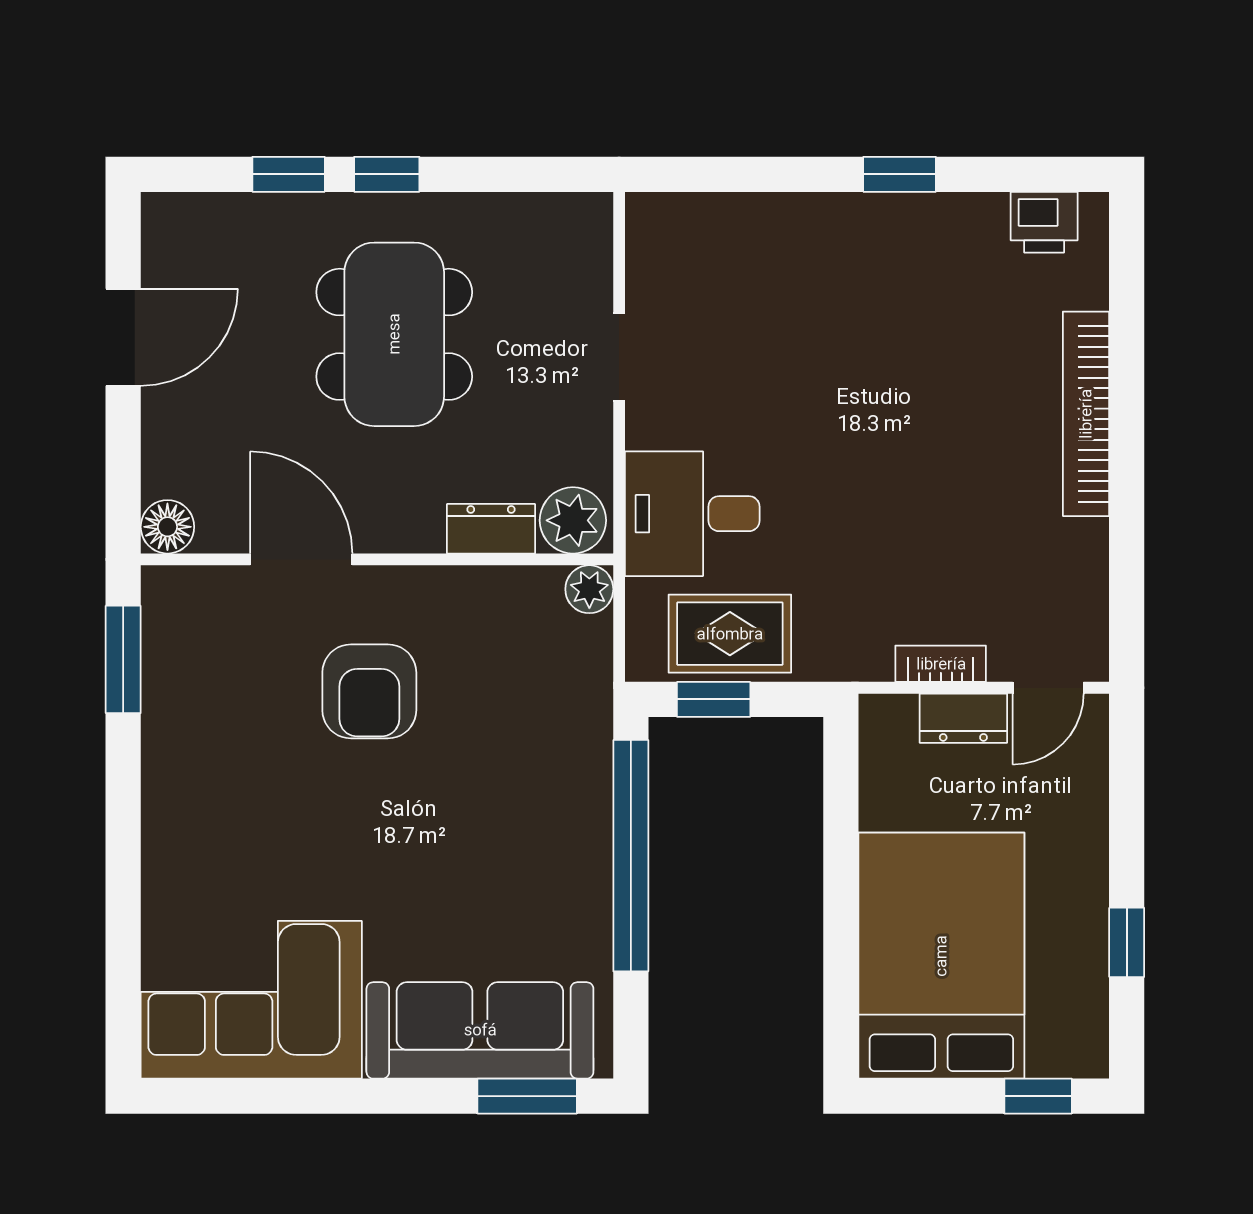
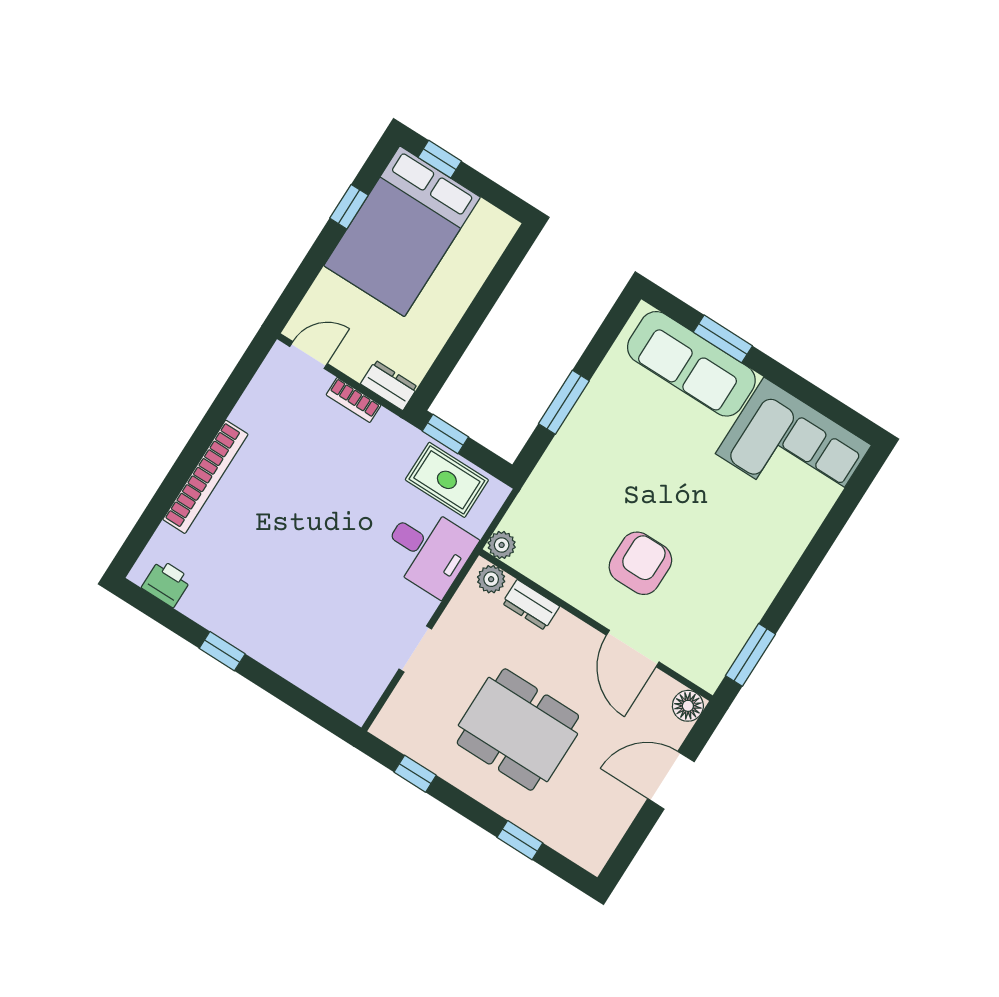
window: (387, 174) -> (415, 774), moved
dining table: (394, 334) -> (518, 730), turned 90
door: (123, 337) -> (671, 780), moved
plant: (573, 520) -> (491, 579), width x0.73, depth x0.73
window: (714, 699) -> (445, 434), moved
dresser: (963, 718) -> (389, 385), moved
window: (631, 856) -> (564, 402), width x0.47
bed: (941, 956) -> (402, 231), moved
window: (527, 1096) -> (723, 339), moved

